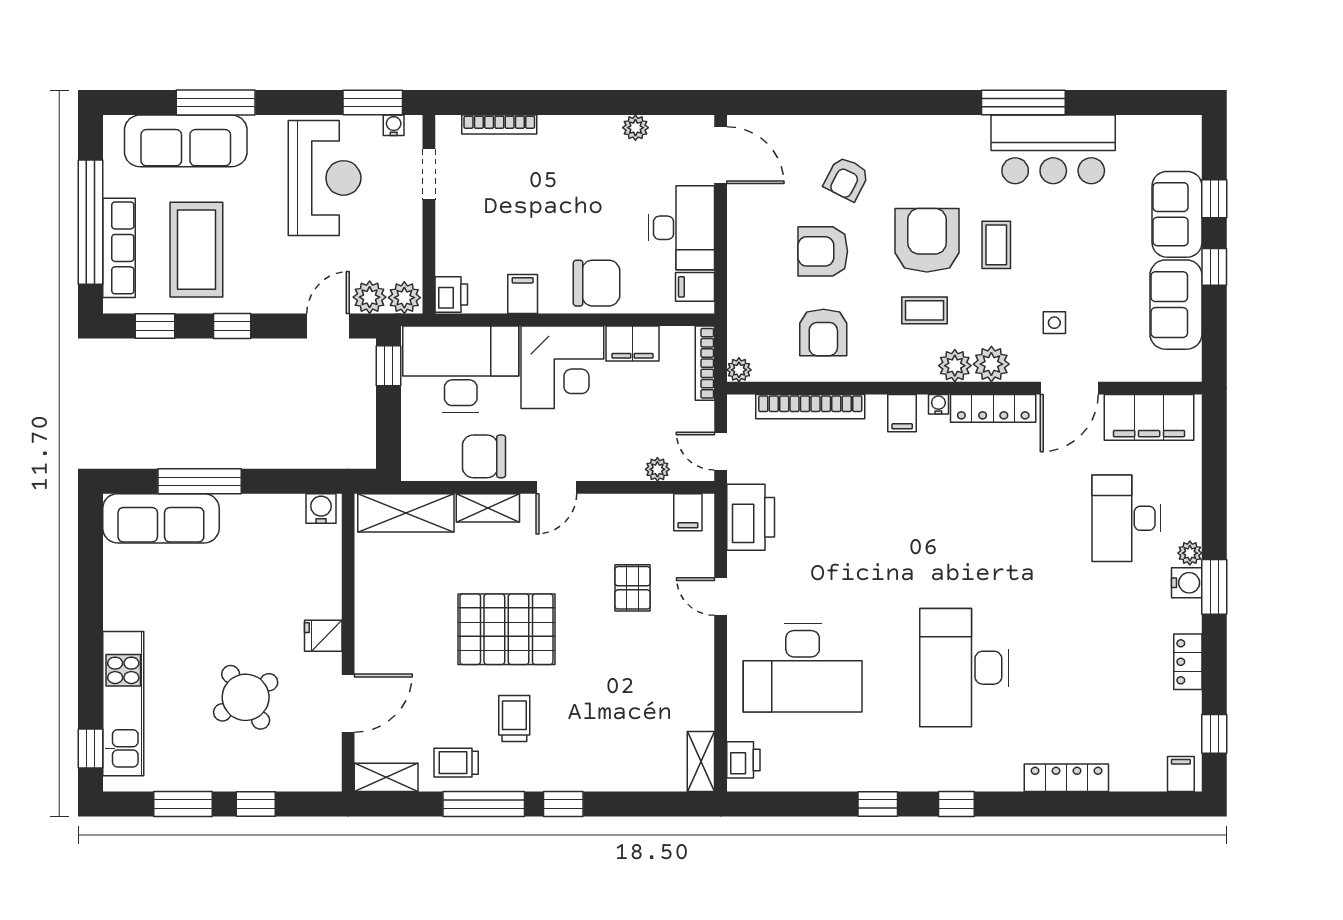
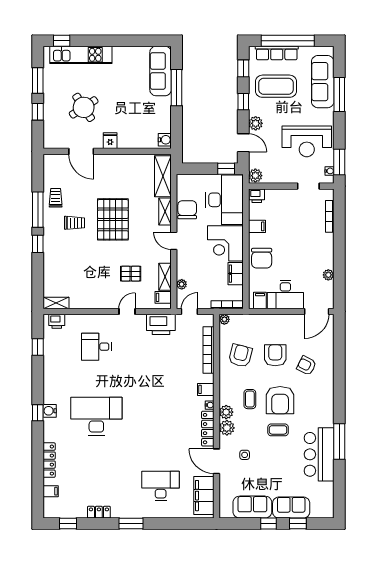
armchair: (927, 240) -> (280, 400), turned 90
plant: (370, 297) -> (256, 123), moved
armchair: (823, 333) -> (240, 356), turned 104
plant: (1190, 553) -> (146, 513), removed
water cooler: (1187, 583) -> (50, 411), moved, turned 90
desk: (803, 668) -> (96, 347), width x0.53, depth x0.77
filing cabinet: (1181, 774) -> (51, 491), moved
shelving: (386, 777) -> (165, 277), moved
window: (878, 804) -> (38, 347), moved

